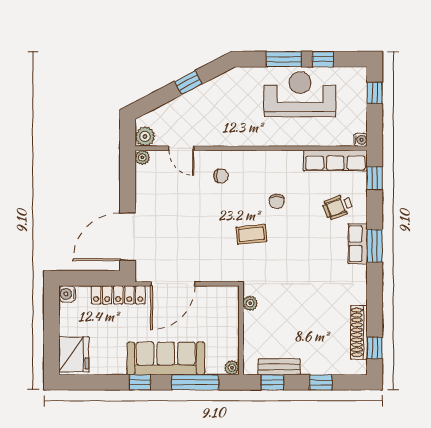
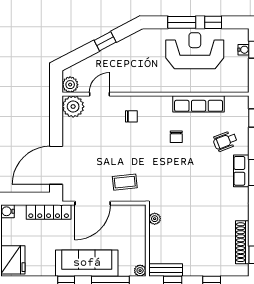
water cooler: (361, 140) -> (244, 50), moved
door: (181, 148) -> (99, 94), swing flipped
plant: (142, 157) -> (73, 107), width x1.87, depth x1.87
row of seats: (335, 160) -> (199, 104), moved
coffee table: (251, 234) -> (125, 182), moved
bench: (279, 367) -> (166, 270), moved

